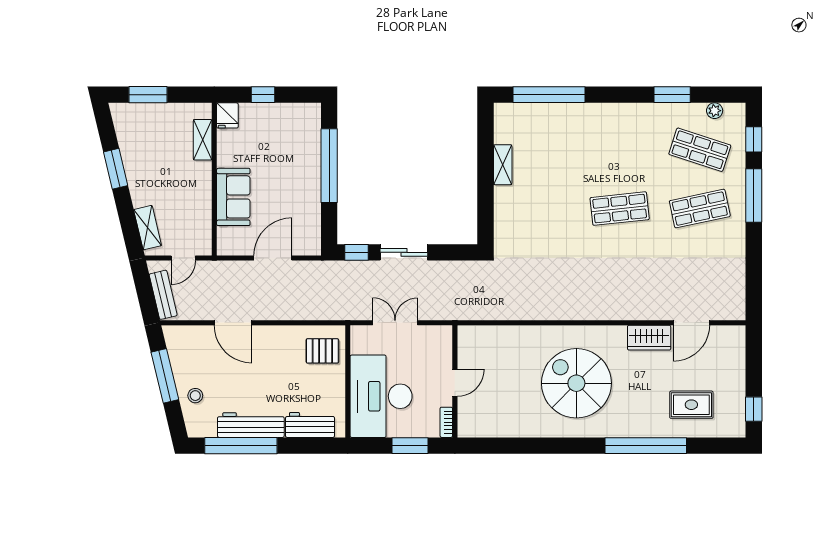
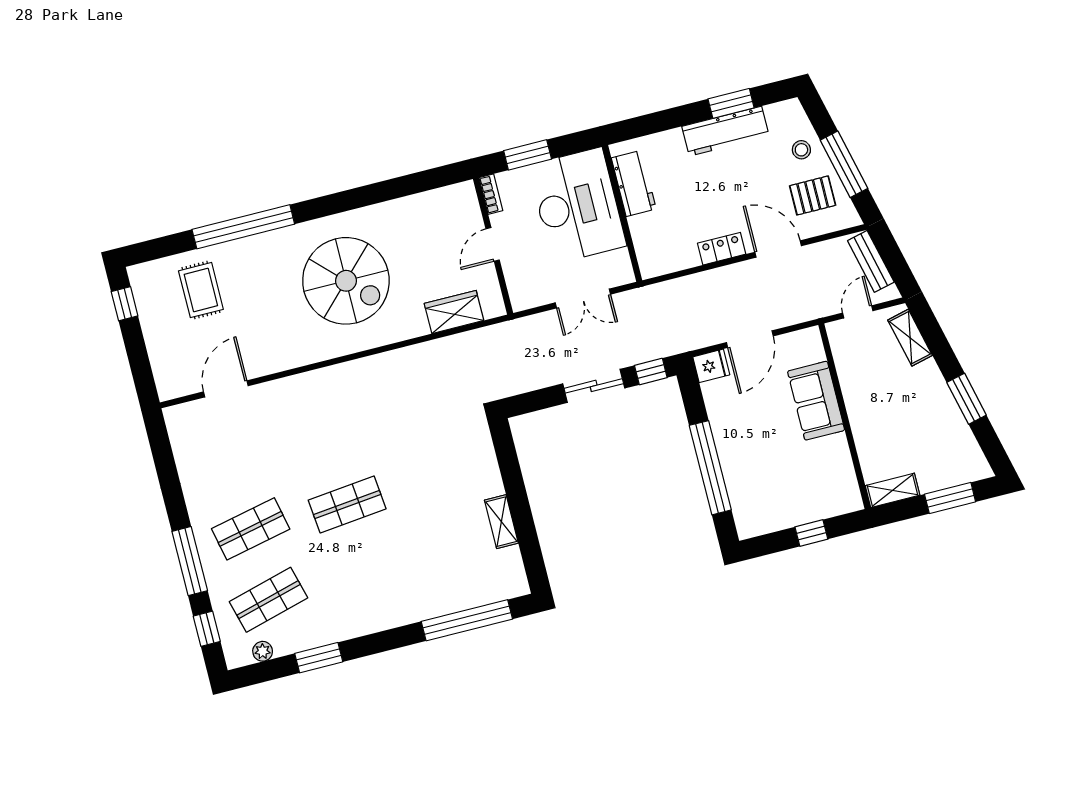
fridge: (227, 115) -> (711, 366), moved, turned 90
shelving: (203, 140) -> (892, 490), moved, turned 90
shop shelf: (700, 150) -> (269, 600), turned -33
locker: (277, 334) -> (722, 249), added
wardrobe: (649, 338) -> (454, 312), moved
pallet: (322, 351) -> (813, 195), moved
rug: (691, 405) -> (201, 290), turned 90
workbench: (310, 425) -> (634, 183), moved, turned -90
window: (241, 446) -> (731, 103), width x0.47

